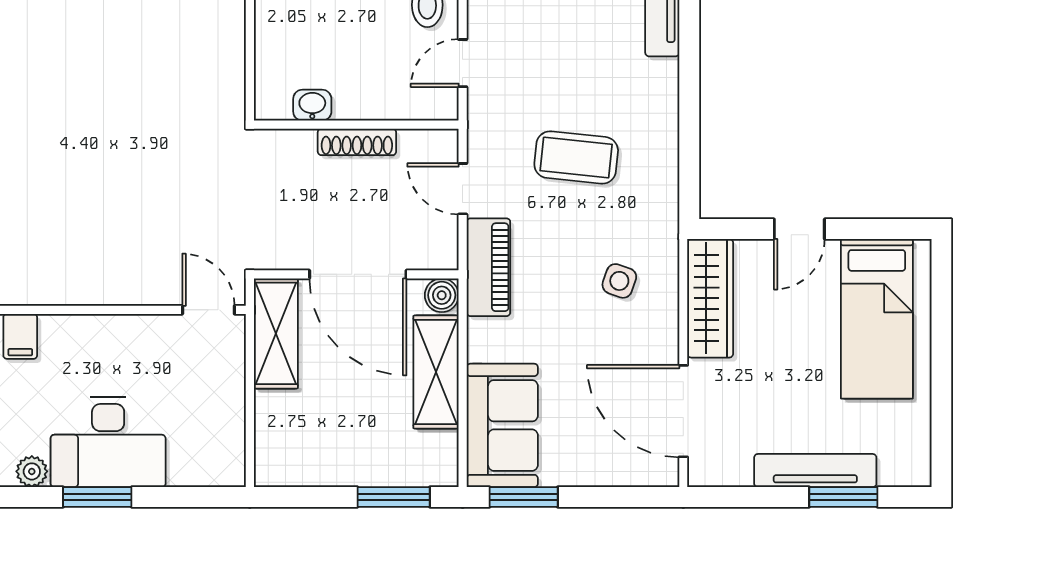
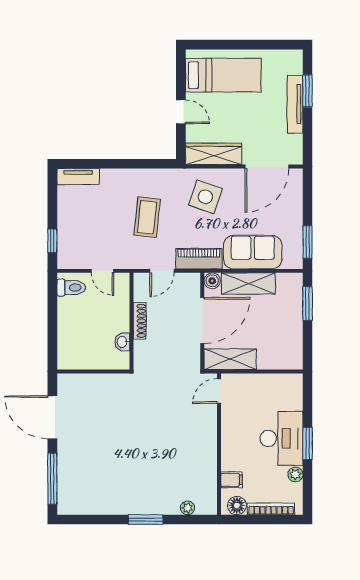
side table: (619, 281) -> (205, 197), width x1.87, depth x1.87
sofa: (502, 425) -> (253, 252), moved

